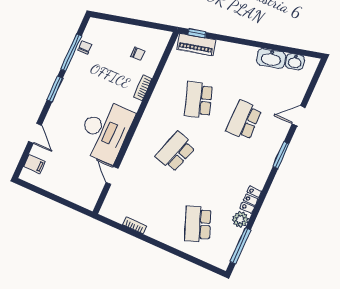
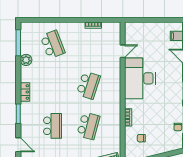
school desk: (198, 100) -> (88, 126), turned 33
door: (299, 116) -> (18, 145), hinge flipped
door: (112, 175) -> (123, 51), hinge flipped
locker: (251, 200) -> (25, 92), moved

